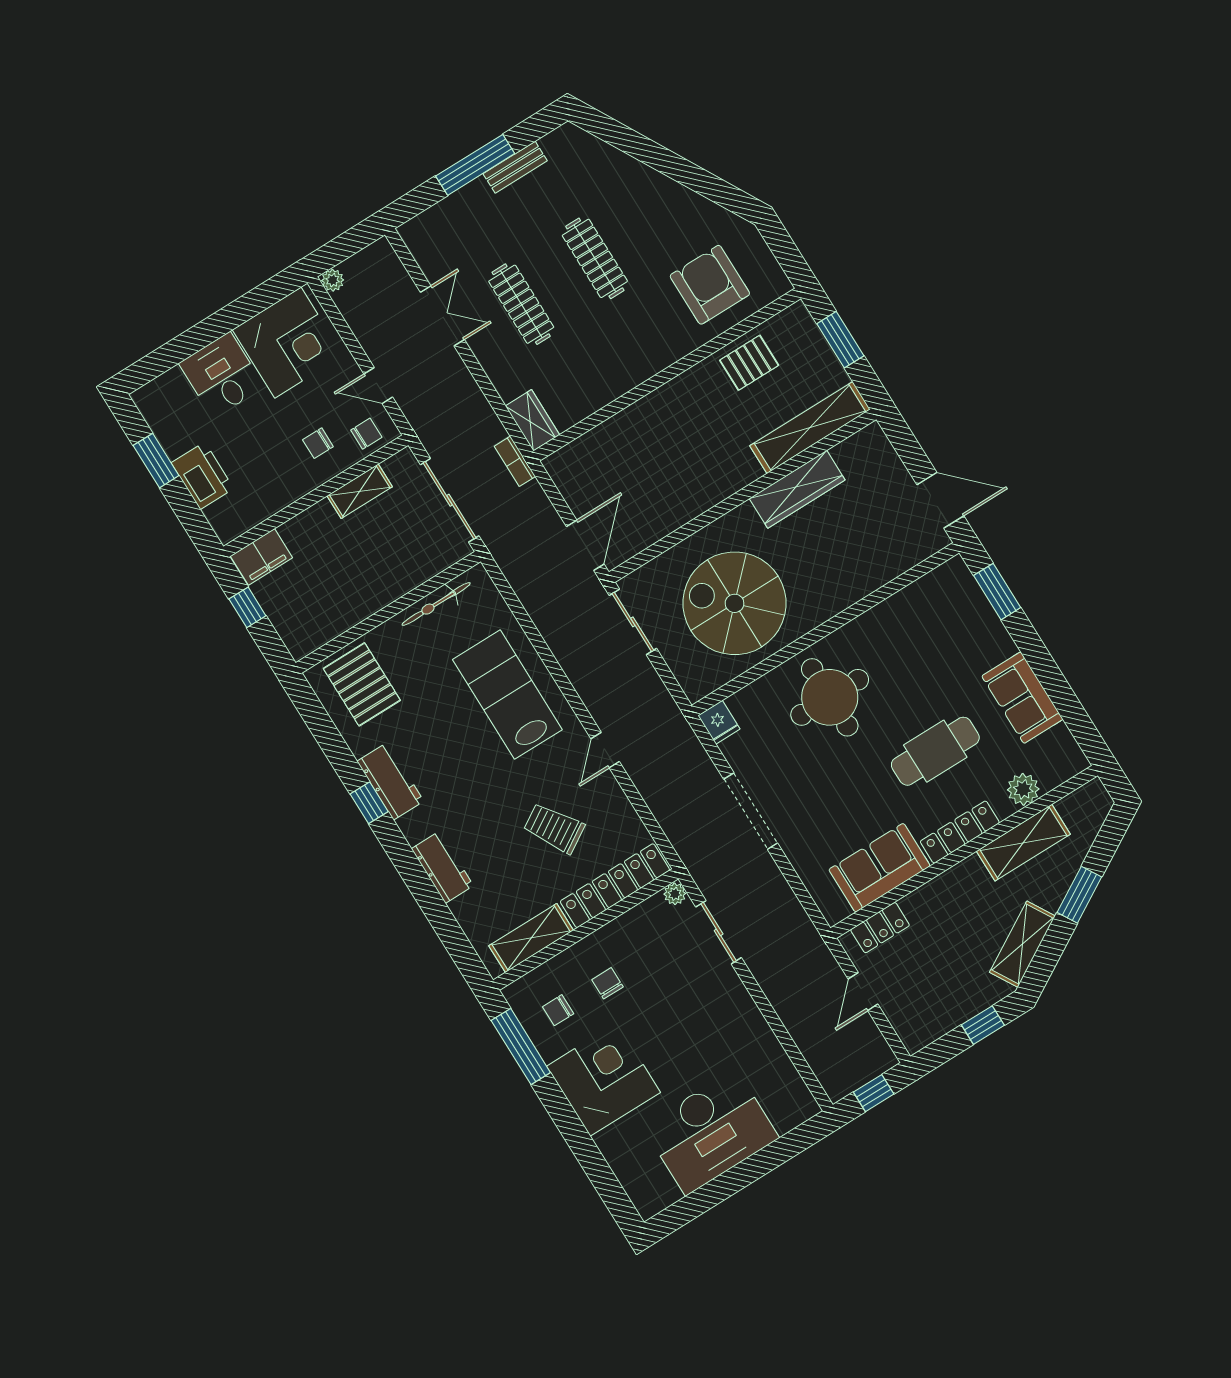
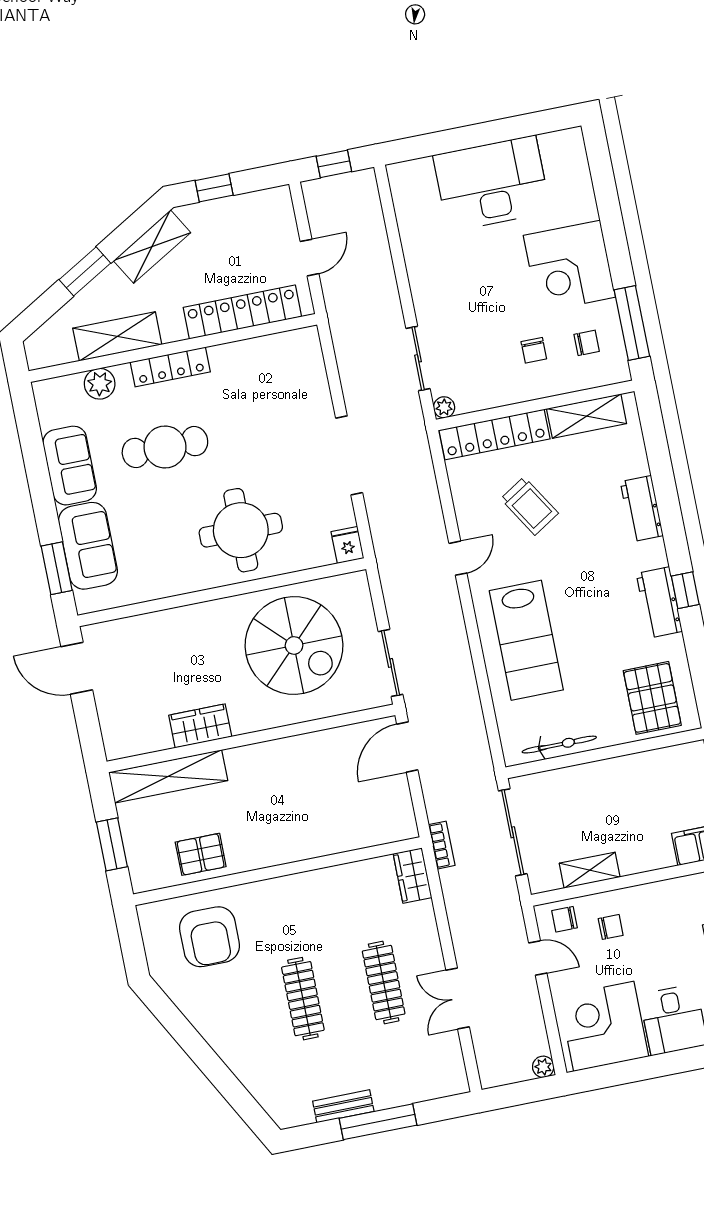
wardrobe: (797, 489) -> (200, 726), width x0.67
sofa: (879, 868) -> (88, 546), moved, turned -90
locker: (880, 928) -> (242, 312), width x2.16, depth x1.21

